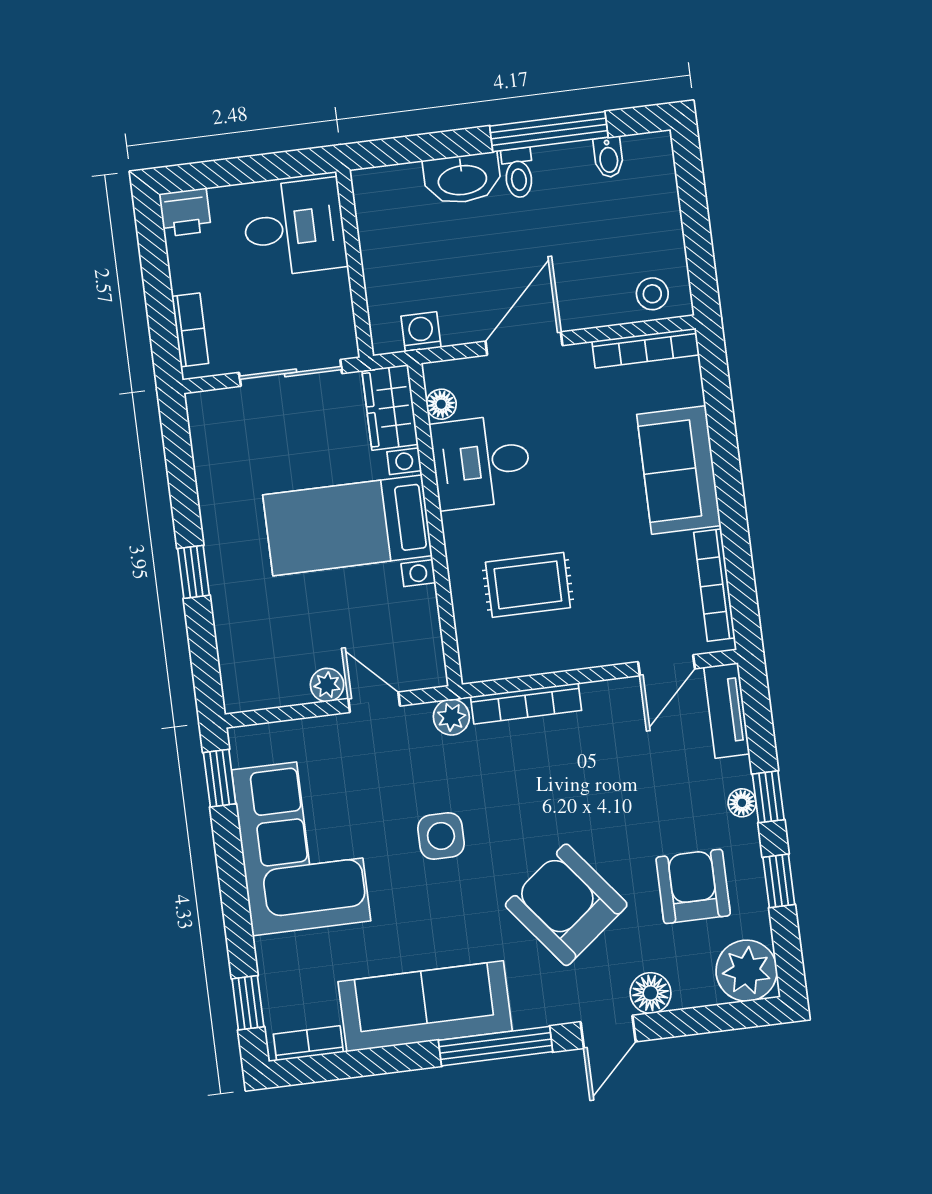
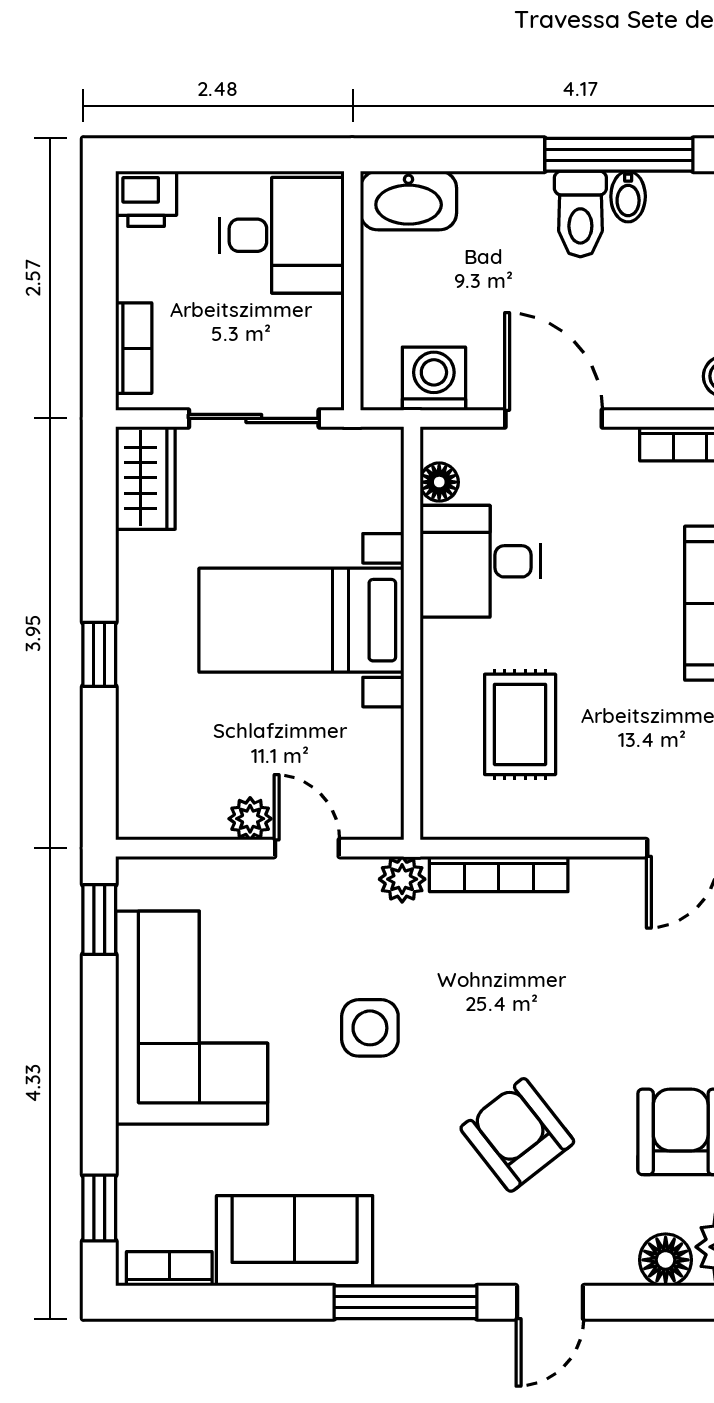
bidet: (608, 157) -> (628, 196), moved
toilet: (518, 173) -> (580, 214), width x1.37, depth x1.39
washbasin: (462, 179) -> (409, 200), moved
washing machine: (421, 332) -> (434, 379), width x1.38, depth x1.38
door: (524, 343) -> (554, 418), hinge flipped
wardrobe: (390, 407) -> (145, 478), moved, turned 180
rug: (528, 585) -> (520, 724), turned 90
armchair: (566, 905) -> (517, 1135), width x0.73, depth x0.73
floor lamp: (650, 993) -> (666, 1260), moved
sofa: (425, 1006) -> (295, 1241), width x0.73

